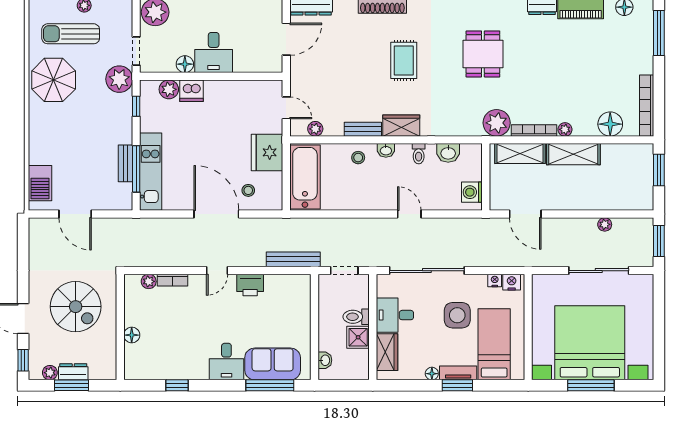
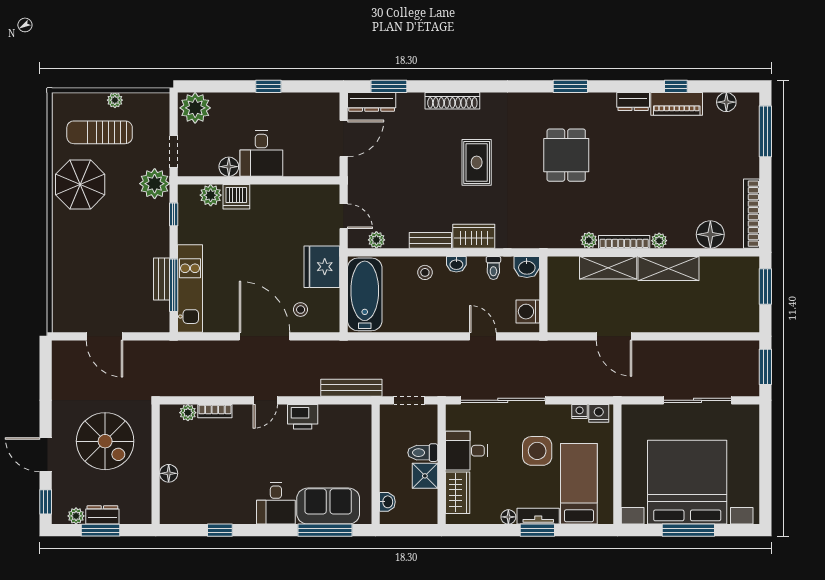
plant: (497, 123) -> (589, 240), width x0.53, depth x0.53
wall: (486, 177) -> (543, 294), moved
barbecue: (40, 183) -> (65, 301), removed
washing machine: (472, 192) -> (528, 312), moved
plant: (605, 224) -> (704, 348), removed

